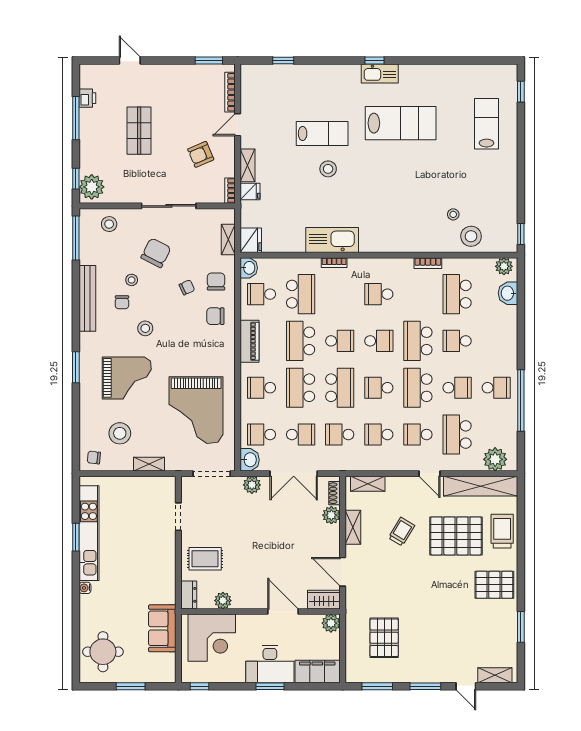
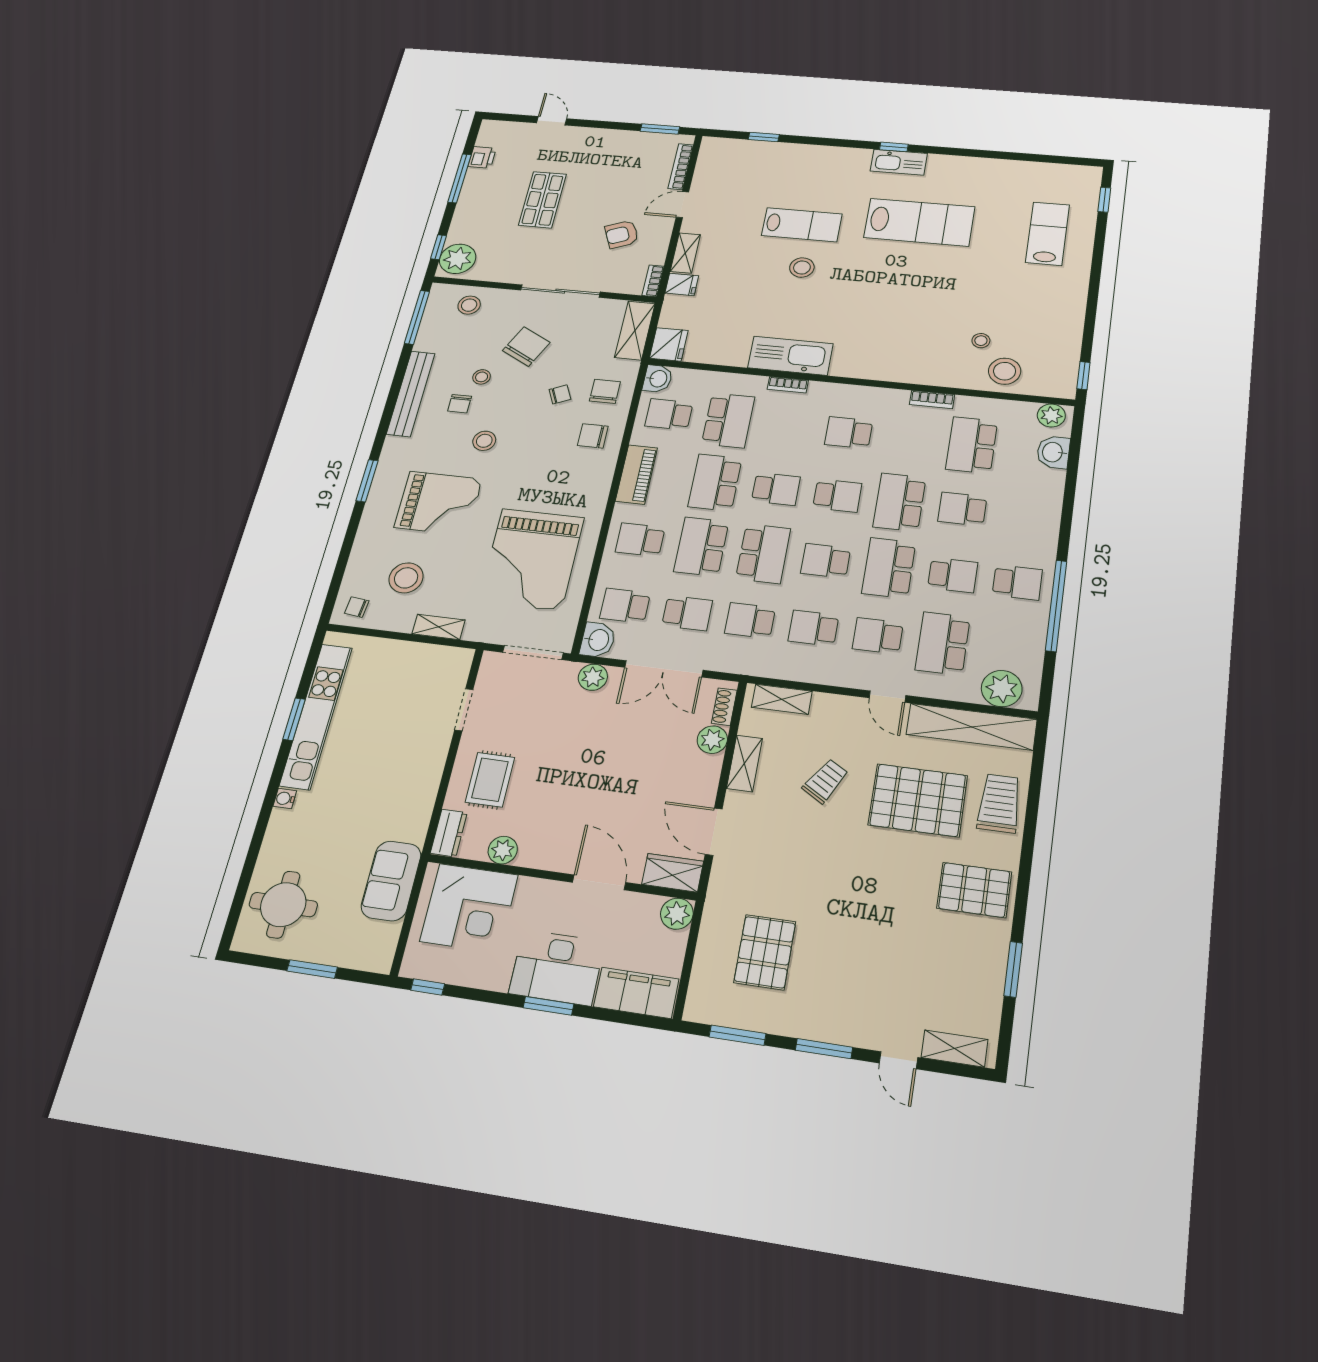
shelving: (228, 240) -> (635, 330), width x1.50, depth x1.33
rug: (205, 559) -> (490, 780), turned 90

